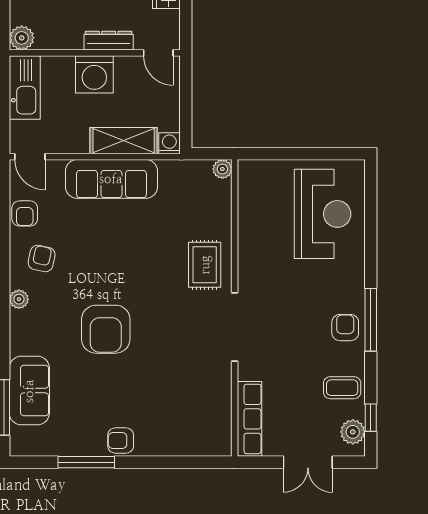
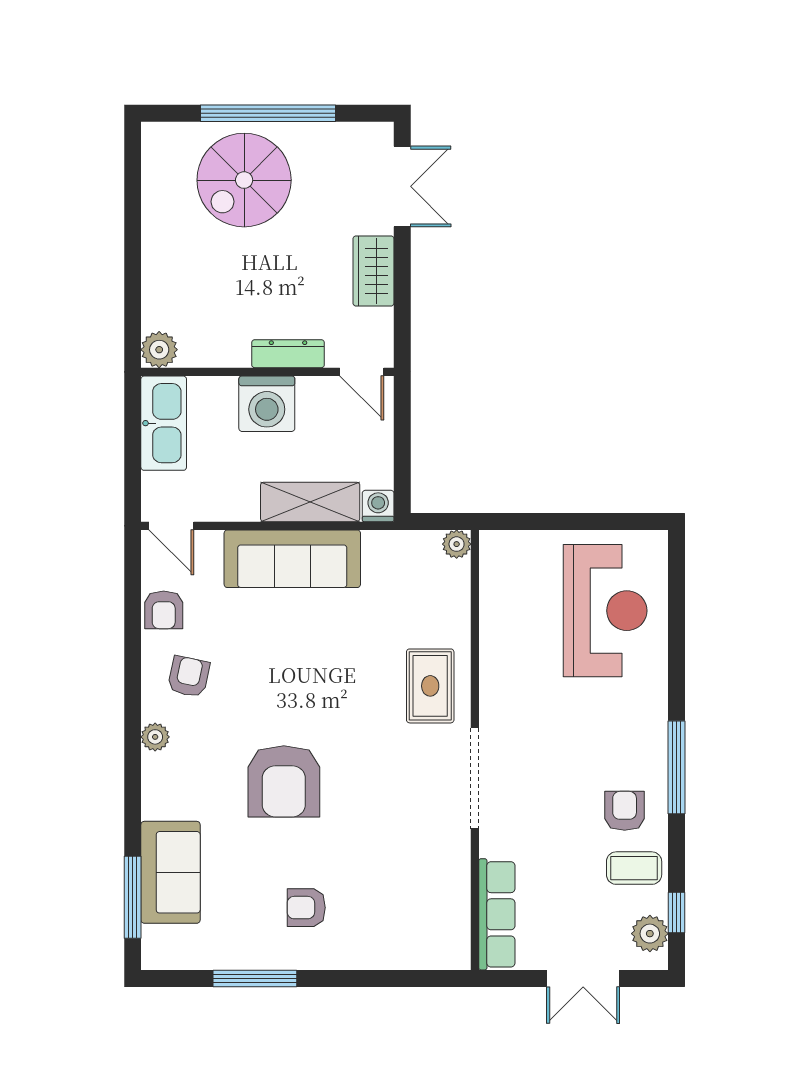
armchair: (345, 328) -> (625, 811), moved
armchair: (121, 441) -> (306, 908), moved

